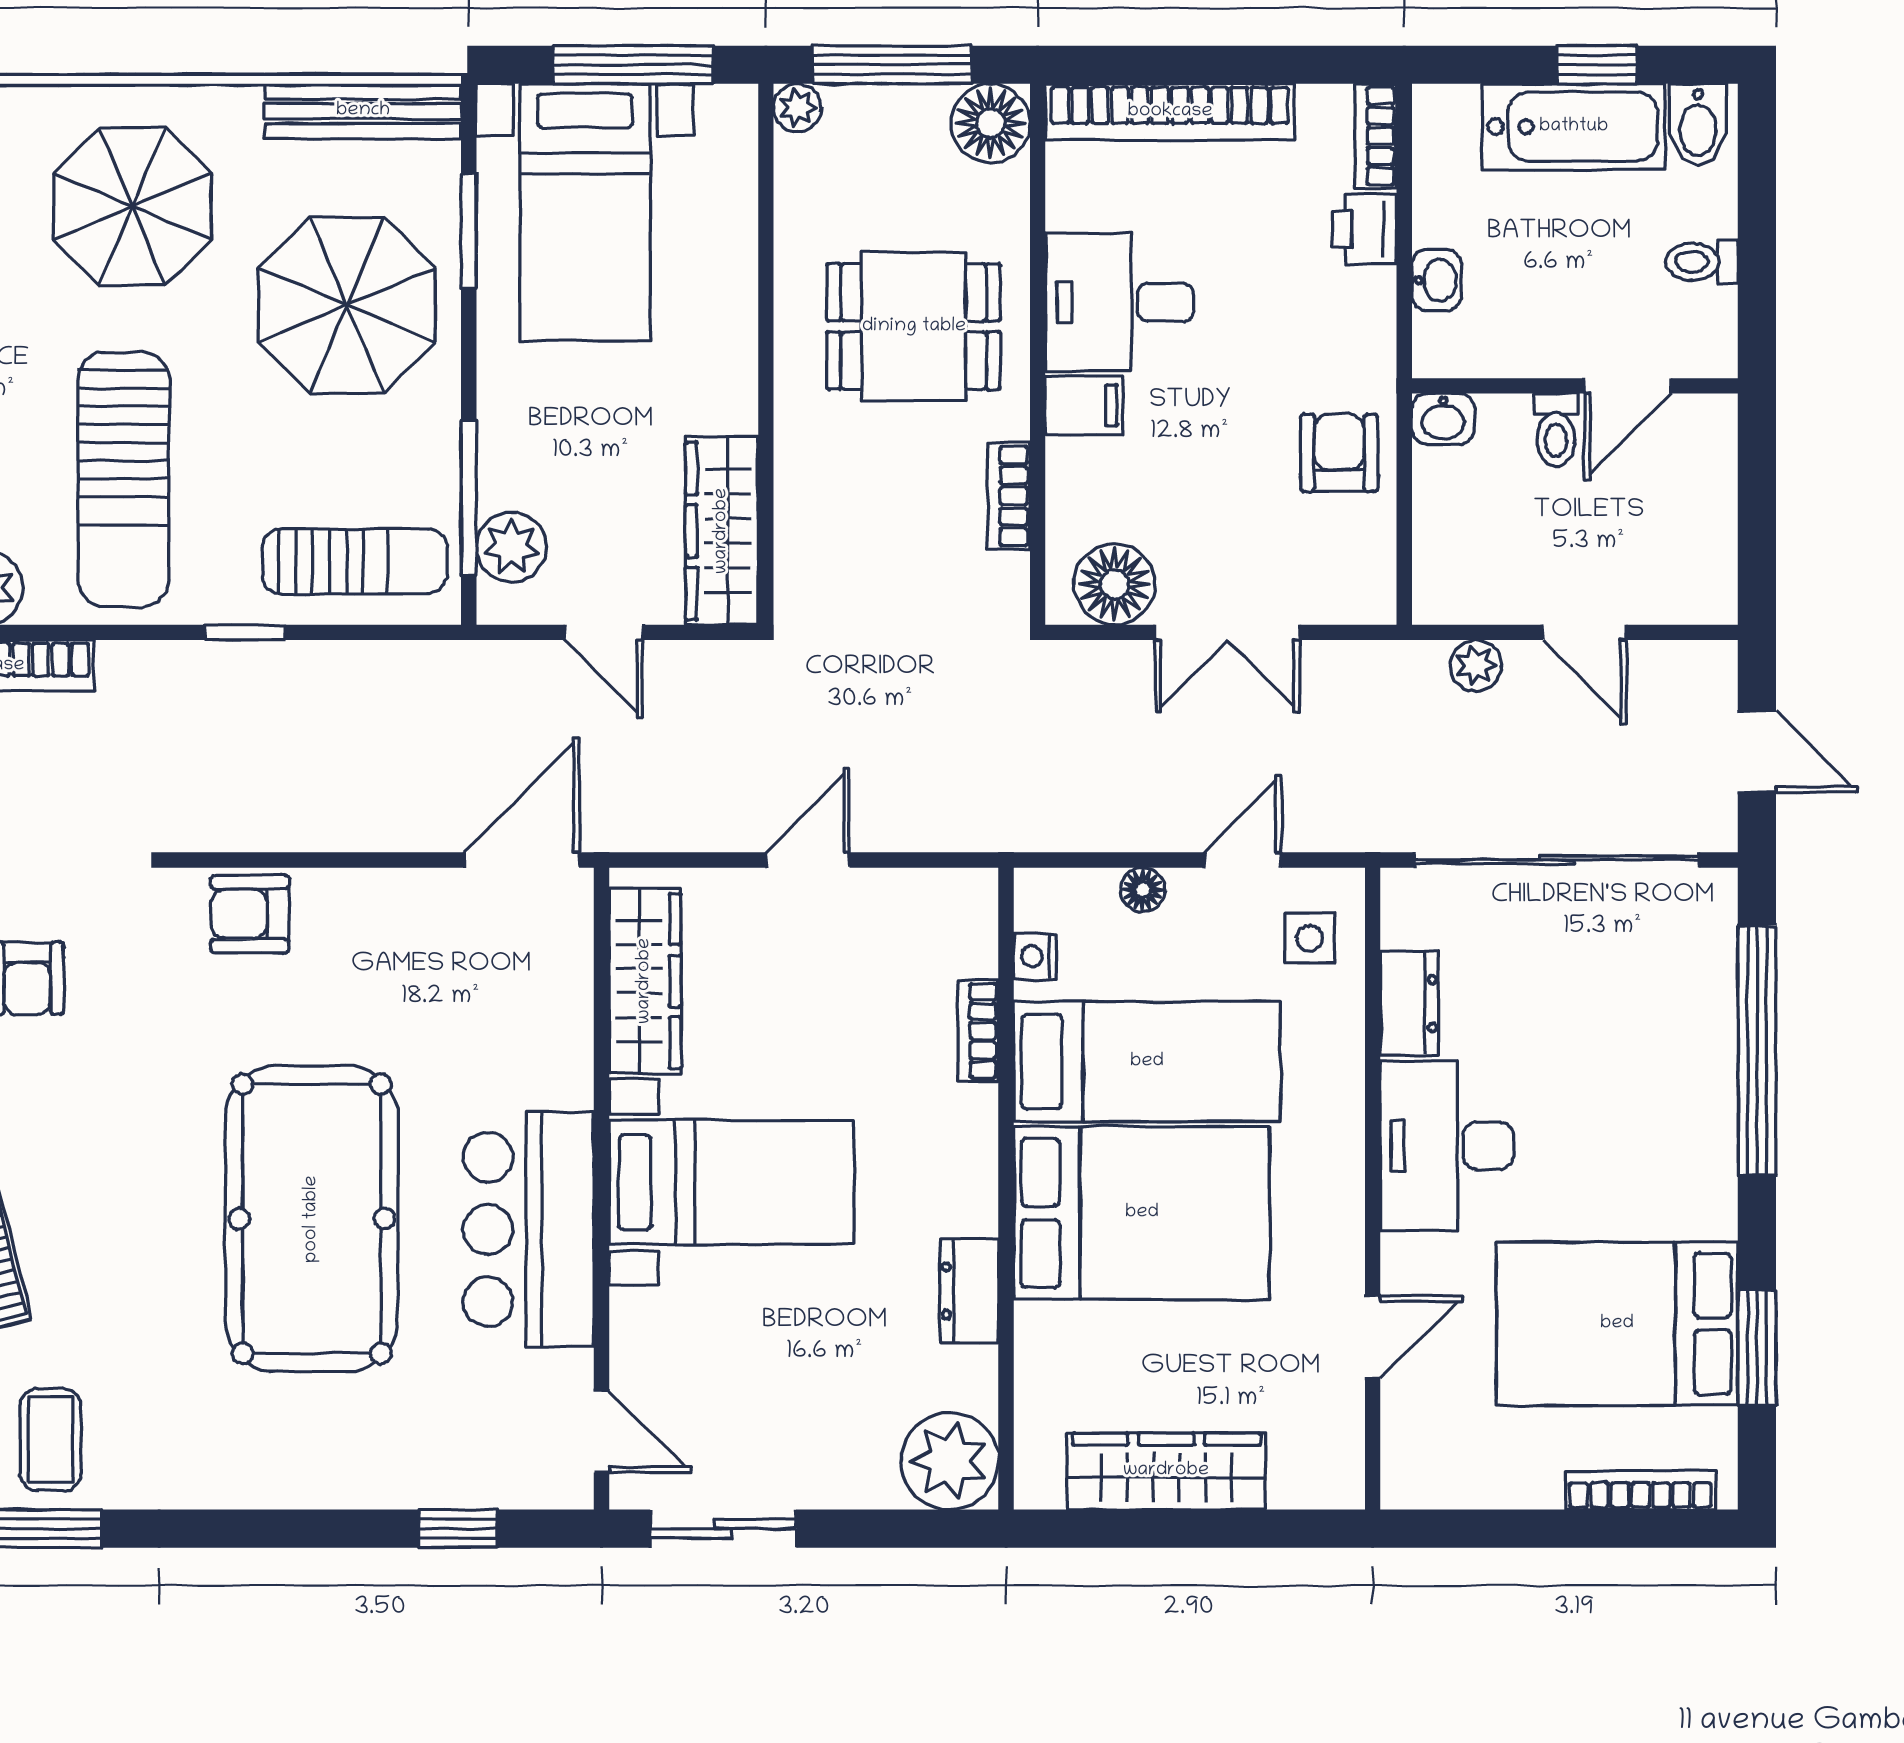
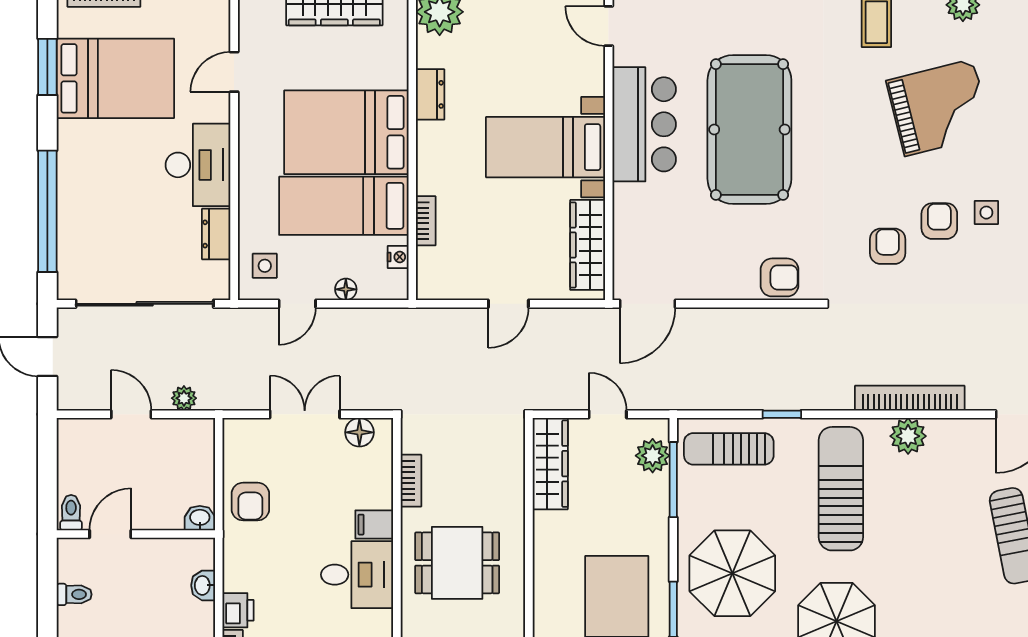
toilet: (1556, 430) -> (71, 513), moved
floor lamp: (1115, 584) -> (359, 432), width x0.73, depth x0.73

